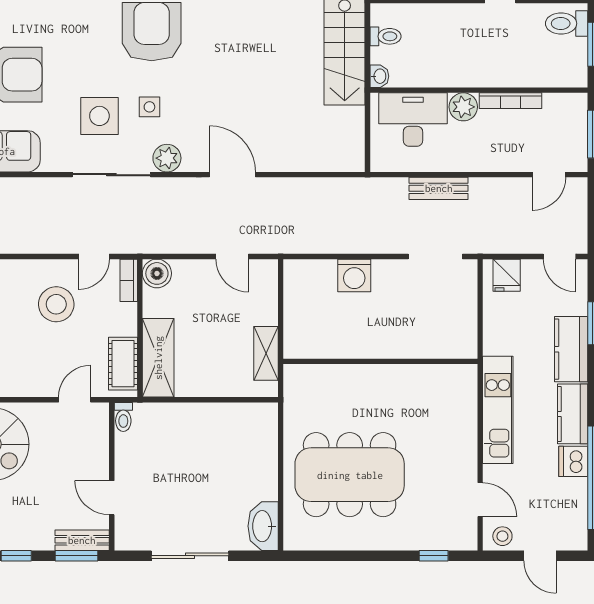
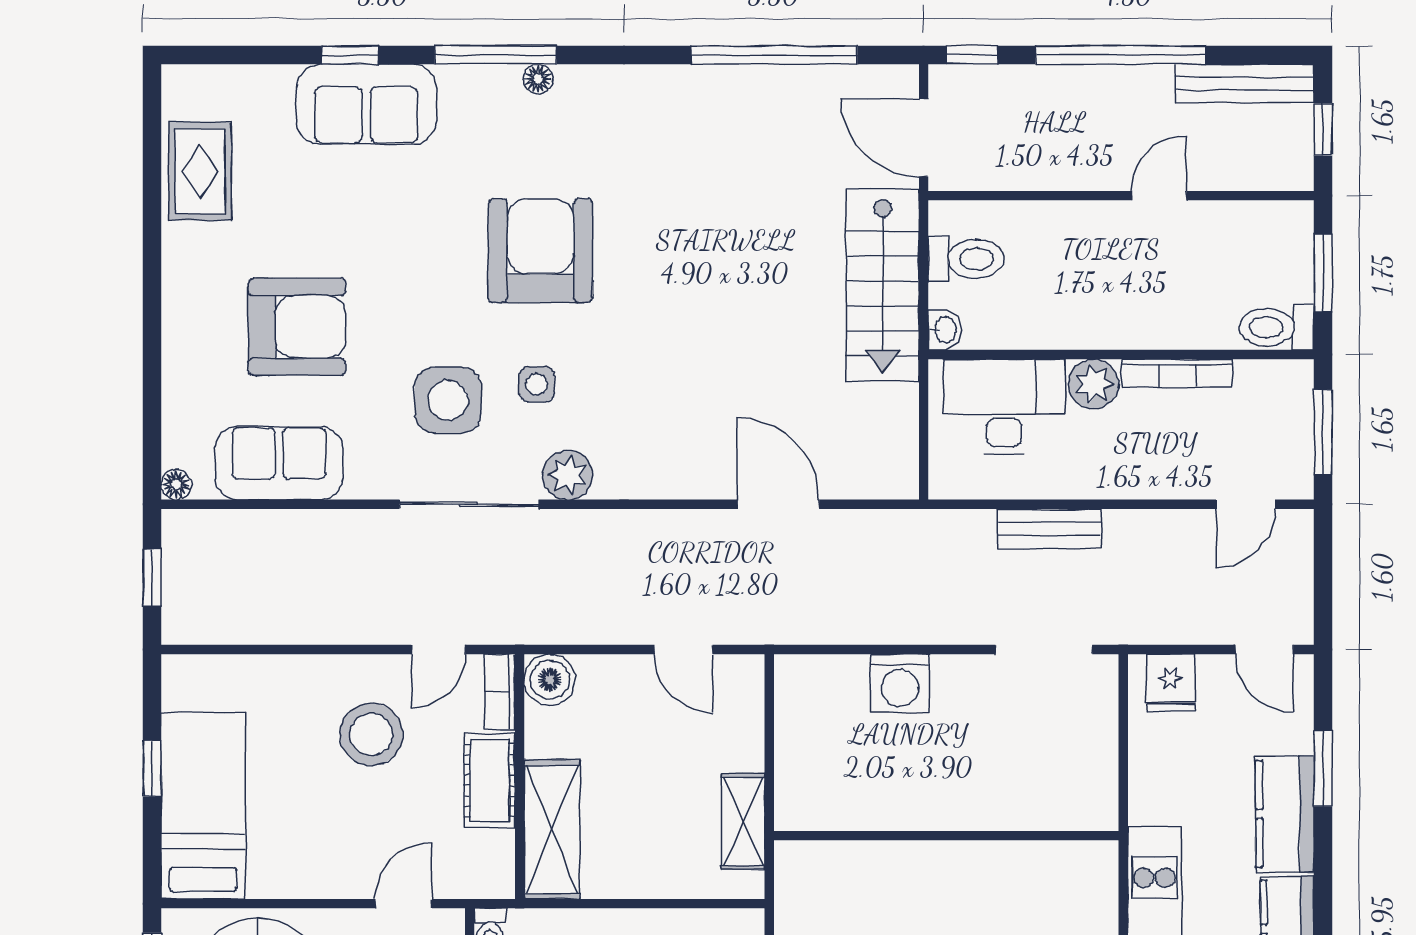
toilet: (567, 23) -> (1277, 327), moved
toilet: (386, 36) -> (966, 259), width x1.37, depth x1.39
door: (233, 175) -> (778, 504), moved
cot: (123, 364) -> (490, 780), moved

